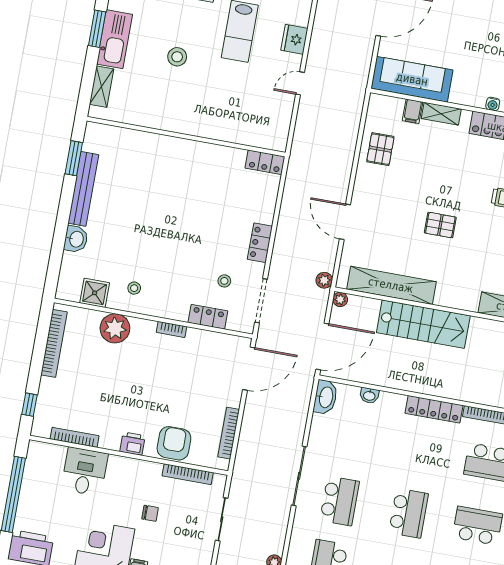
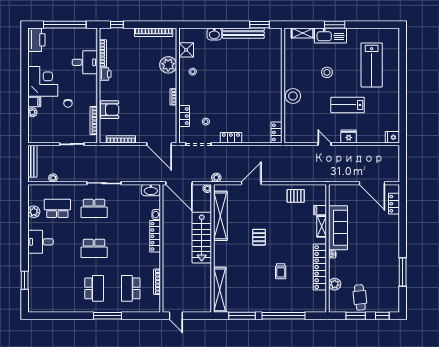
sofa: (412, 79) -> (338, 228), moved
stool: (207, 123) -> (293, 96), added
locker: (434, 409) -> (155, 236), moved
printer: (132, 444) -> (105, 74), moved

